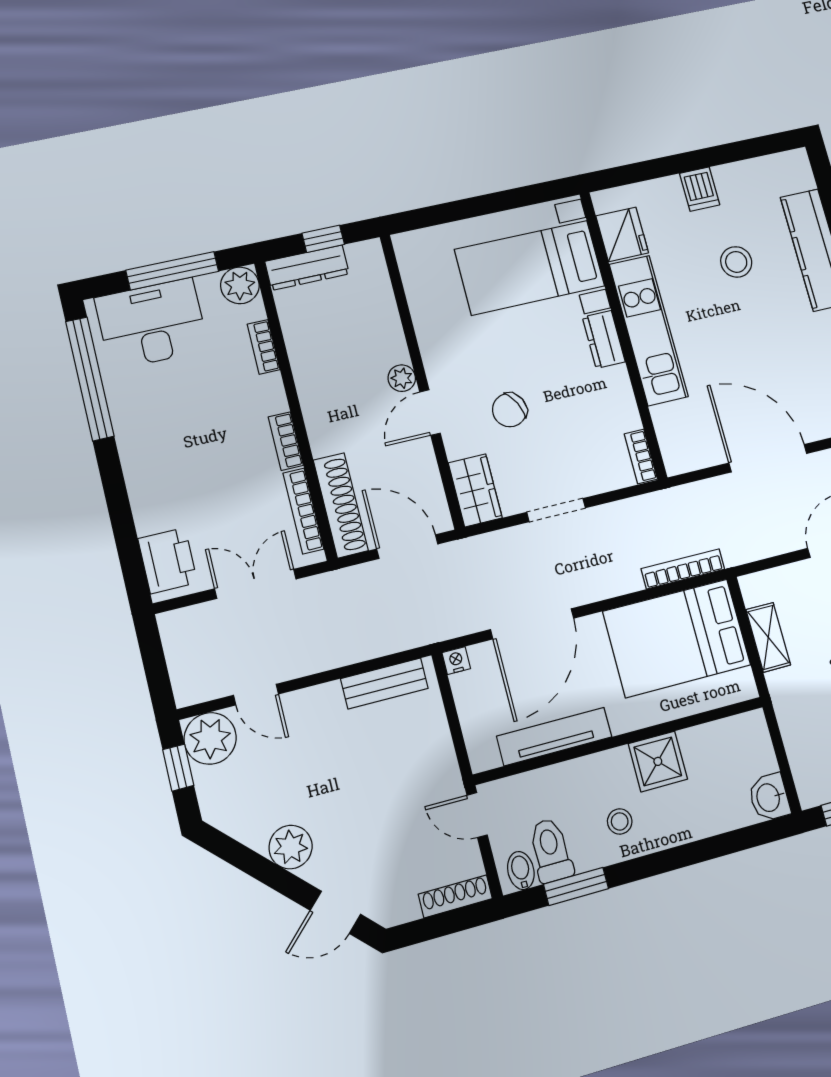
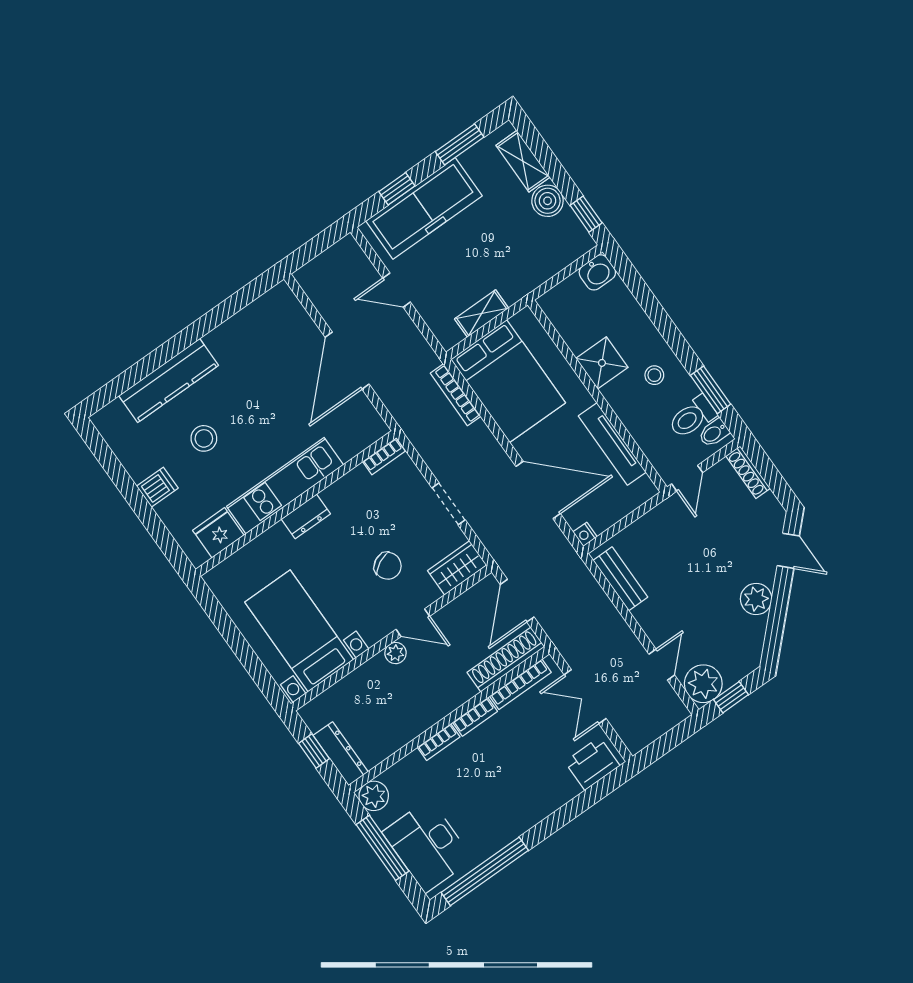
bed with nightstands: (530, 268) -> (299, 631), moved, turned 180
bookcase: (264, 347) -> (439, 742), moved

